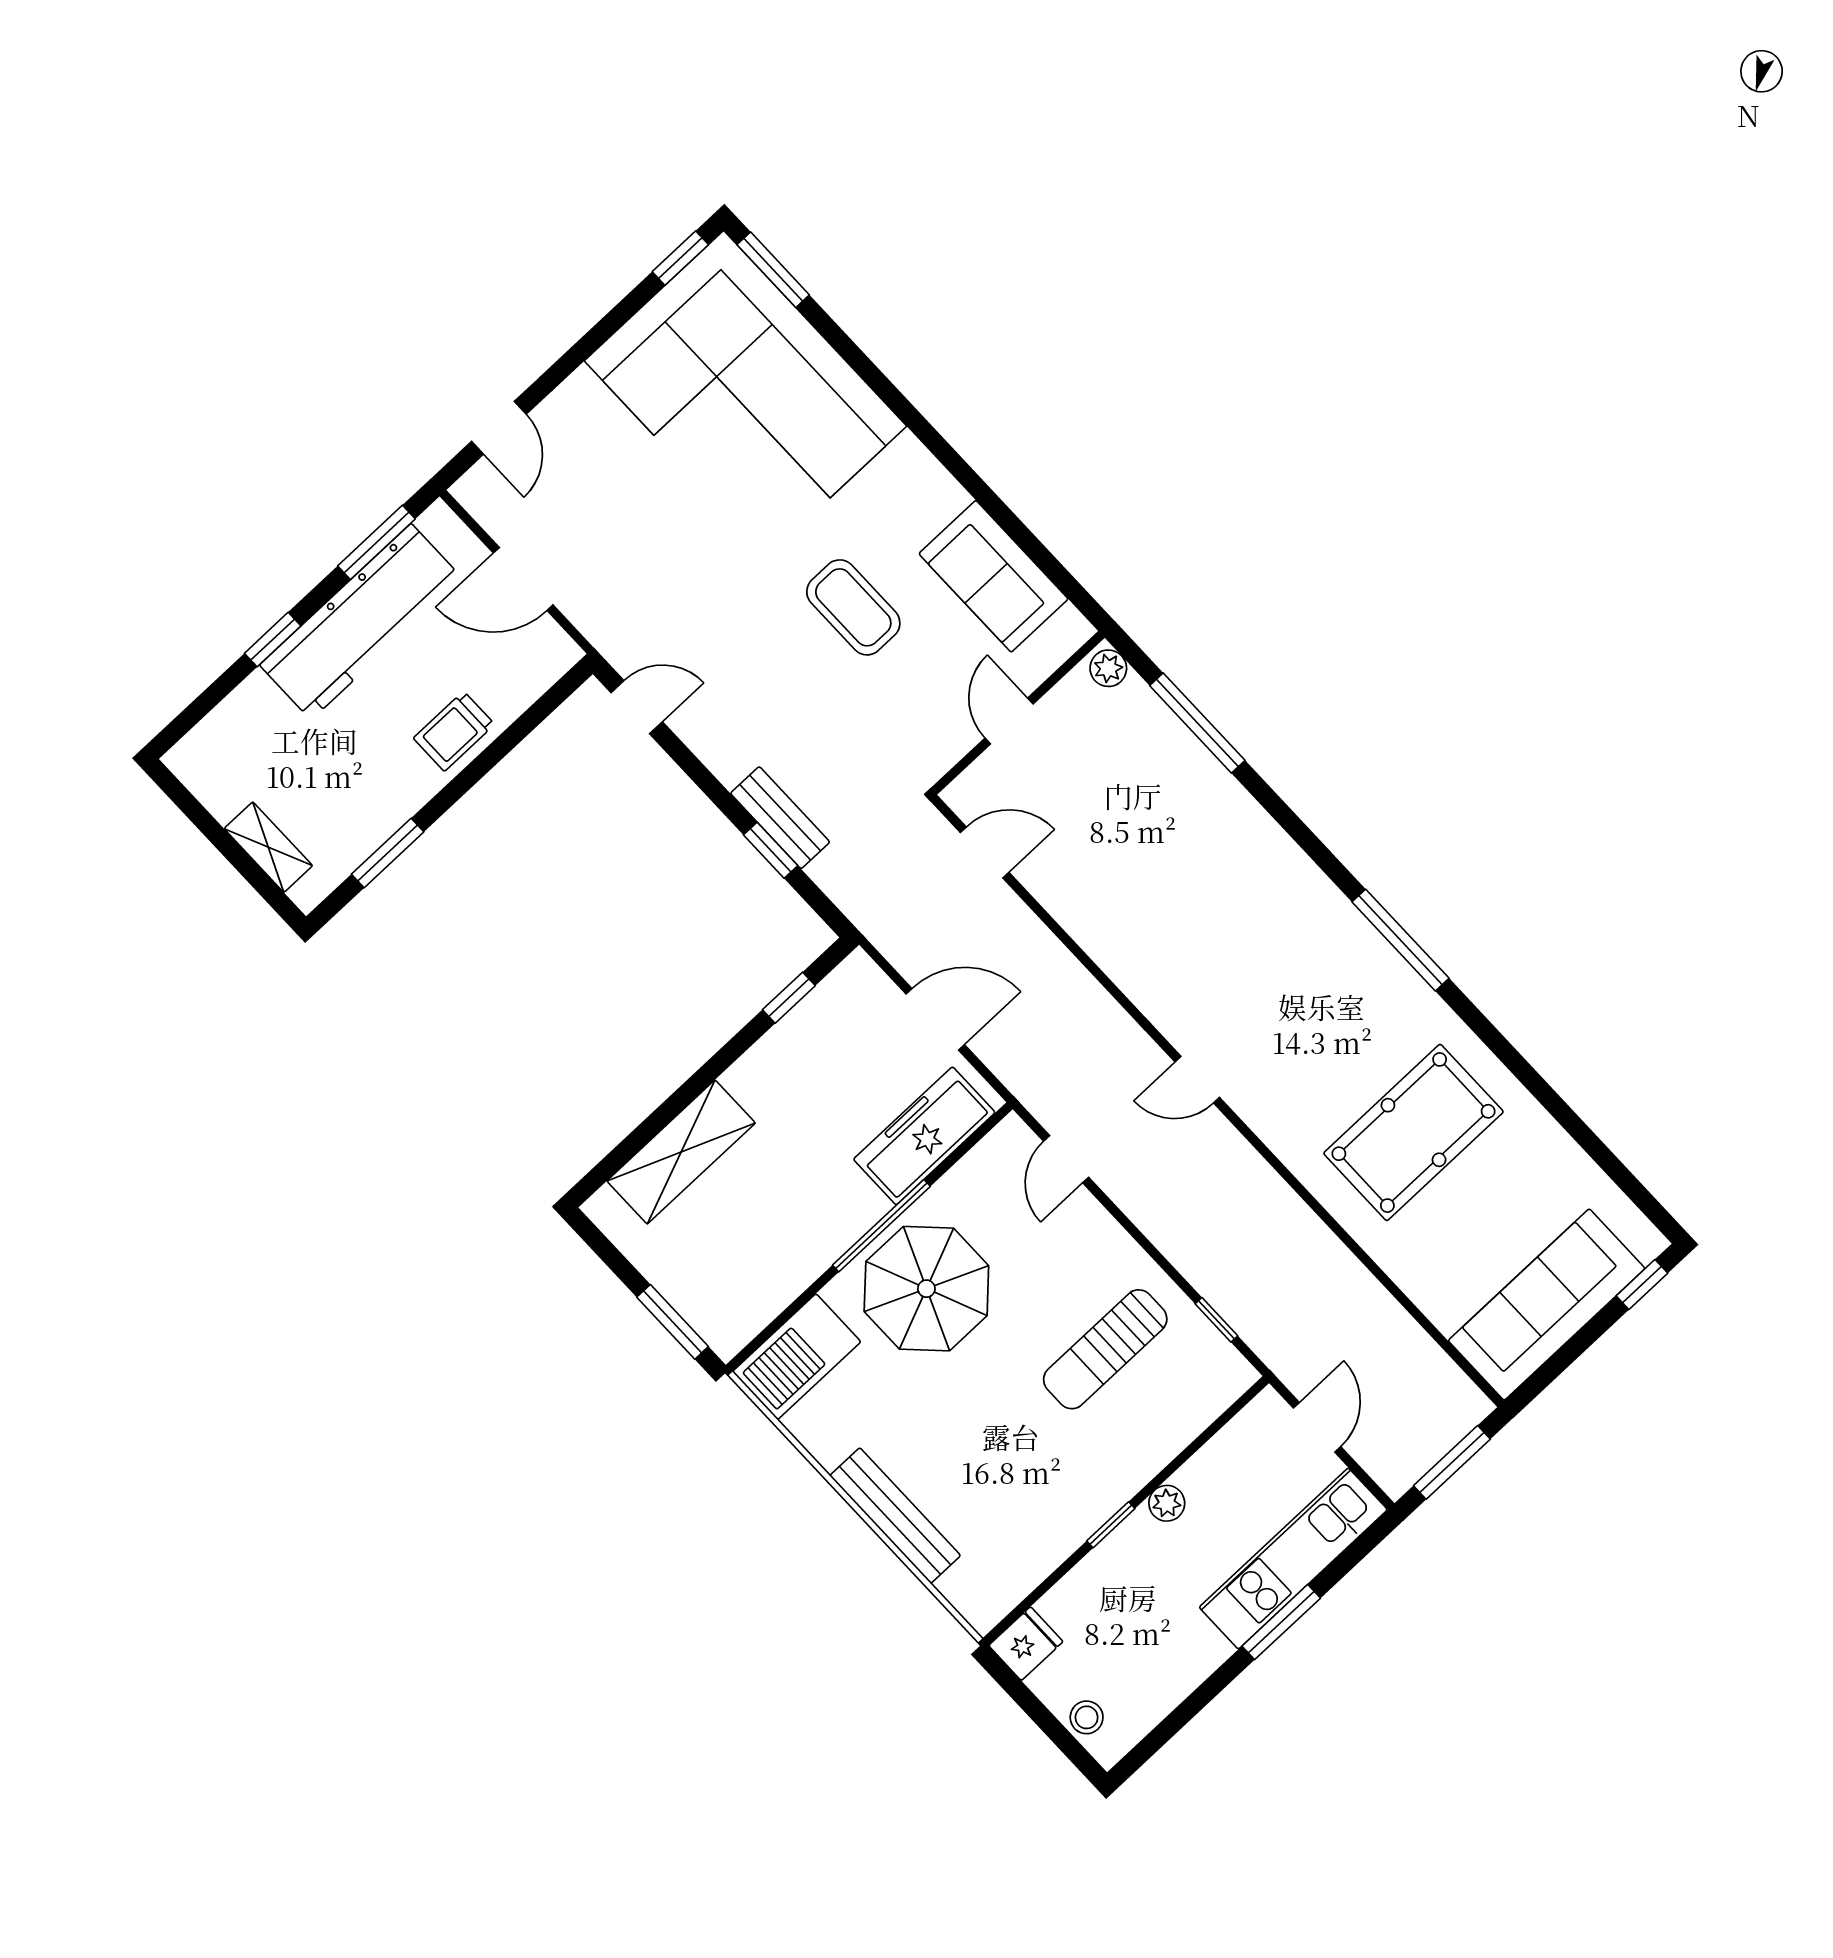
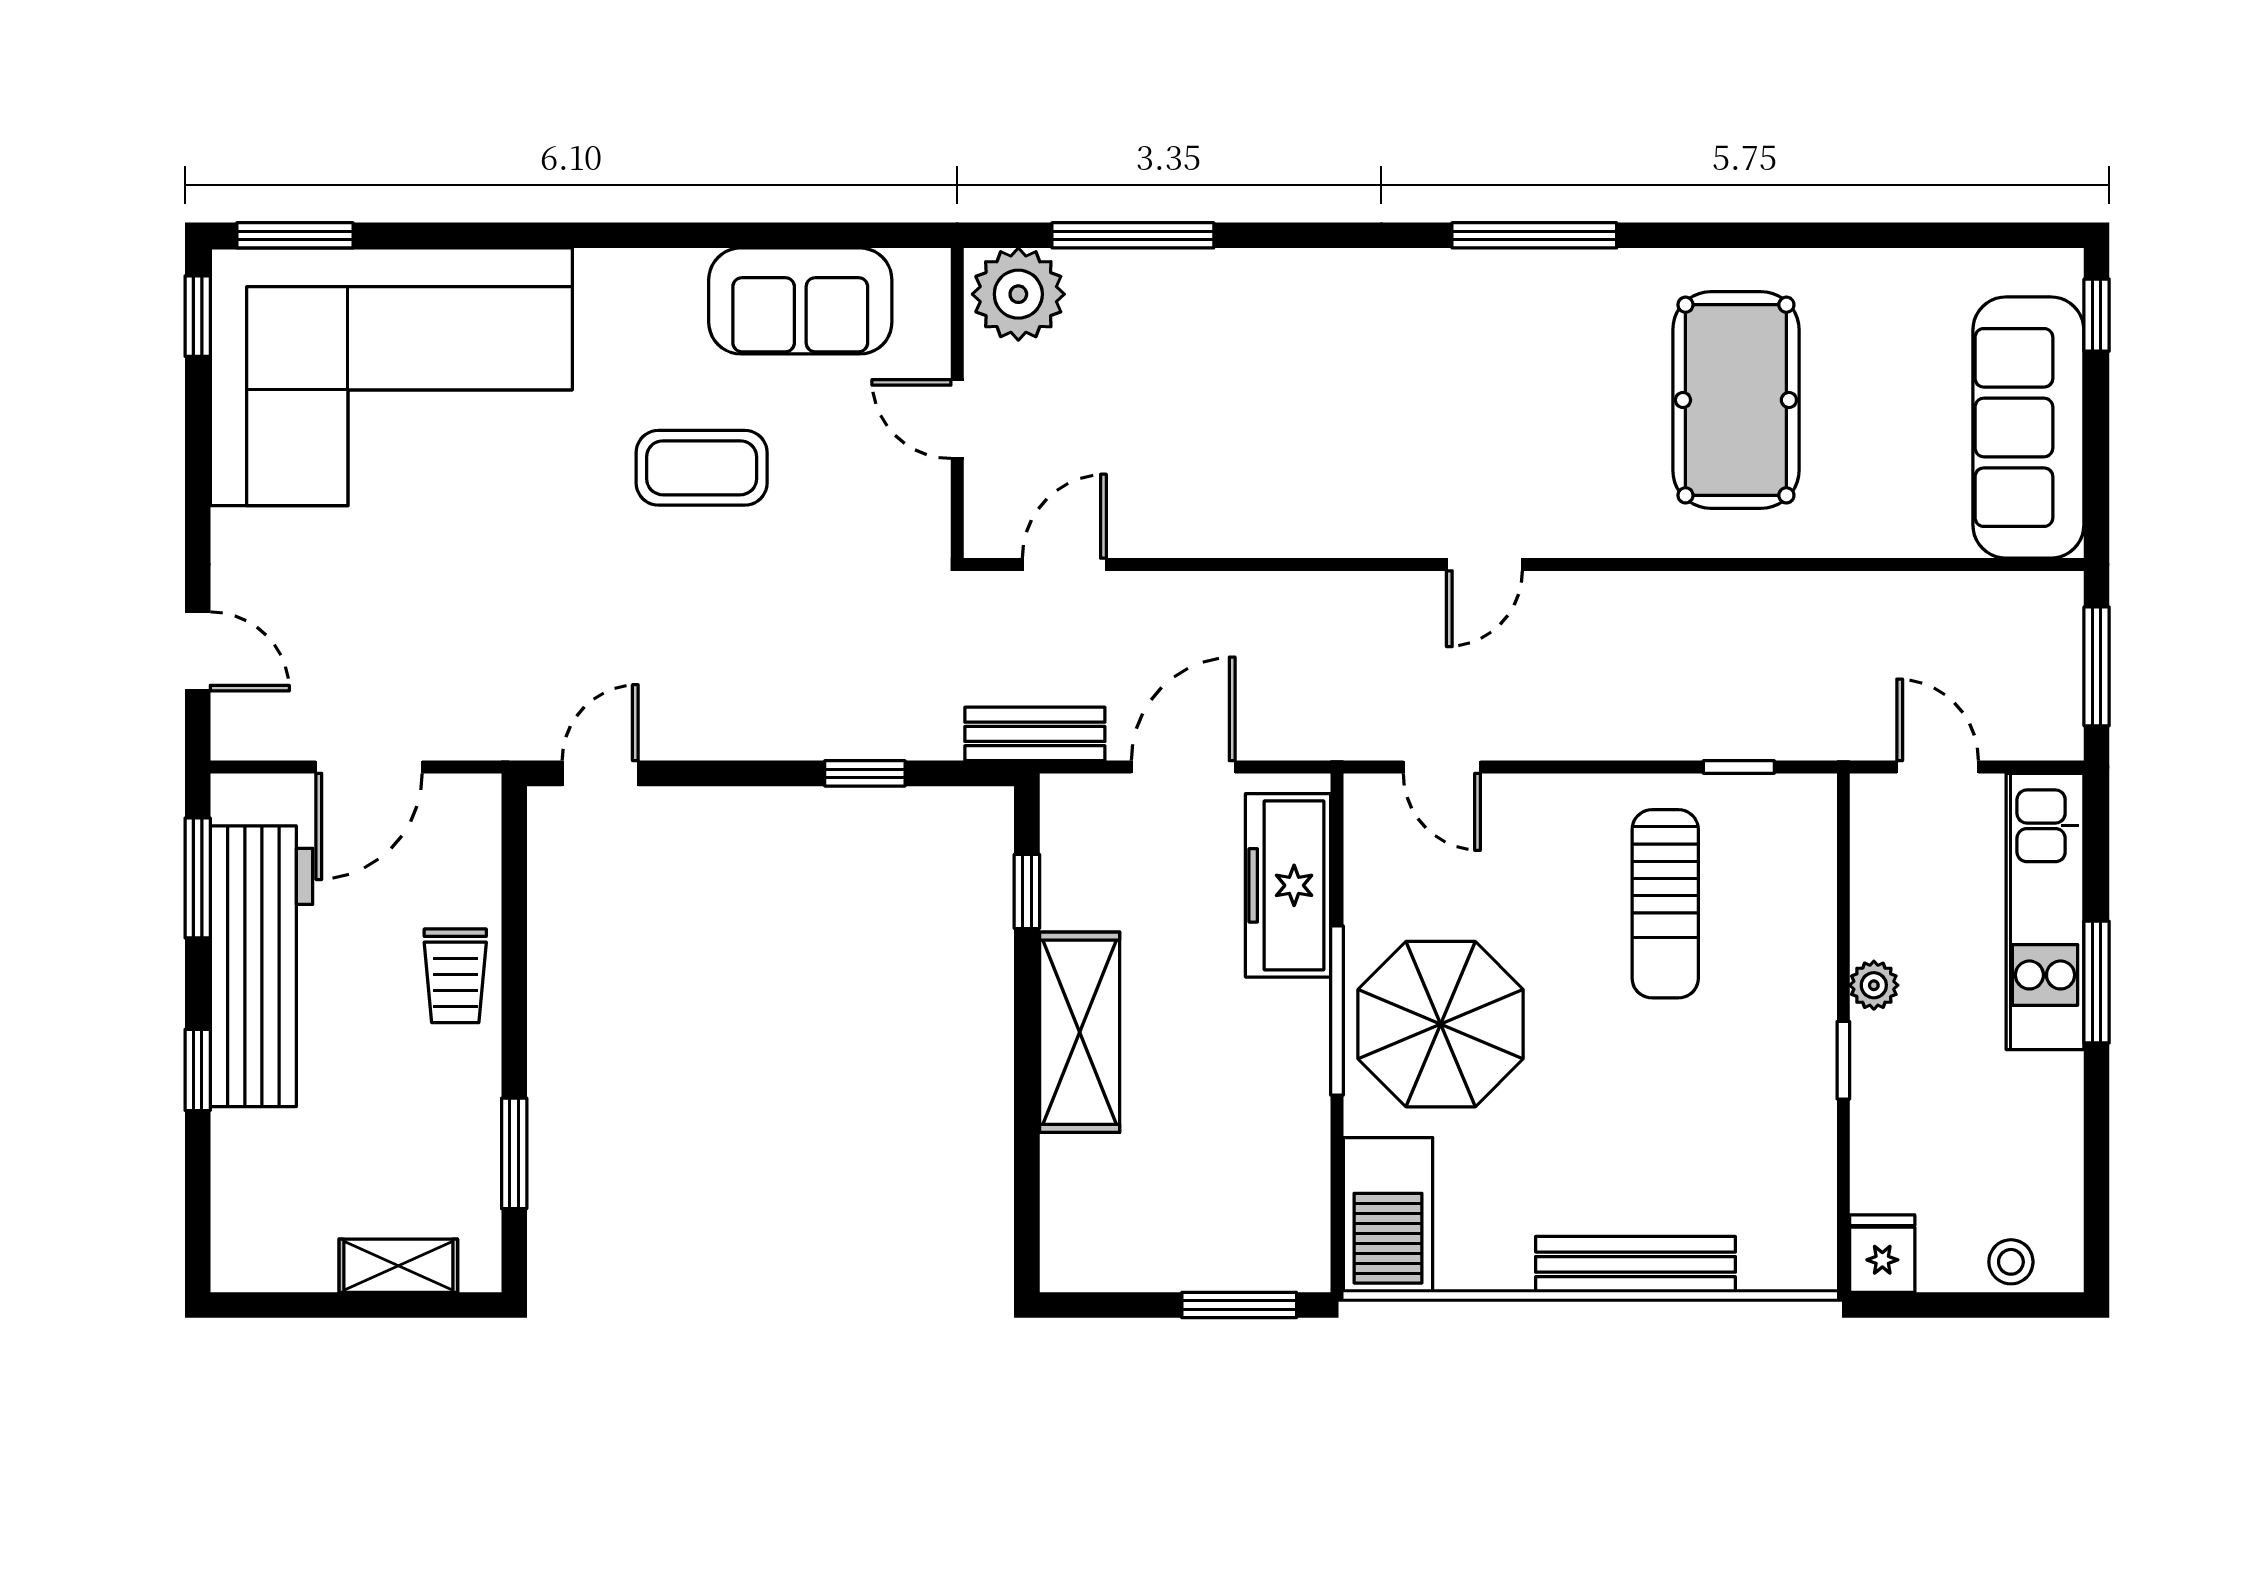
plant: (1108, 668) -> (1018, 294), width x1.88, depth x1.88
bench: (780, 818) -> (1035, 734), moved
shelving: (681, 1152) -> (1080, 1032), moved

